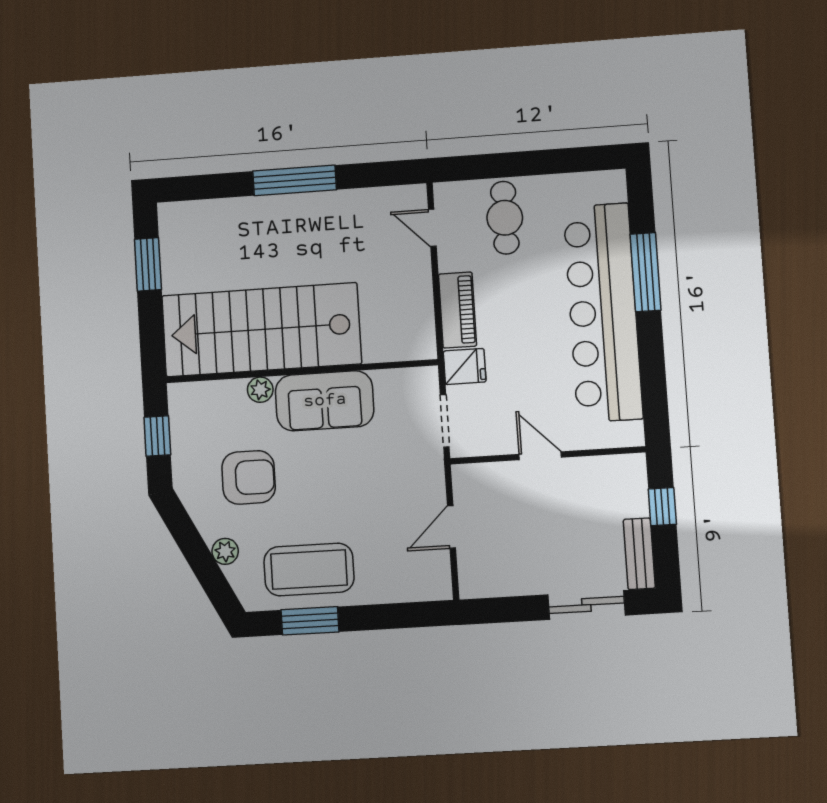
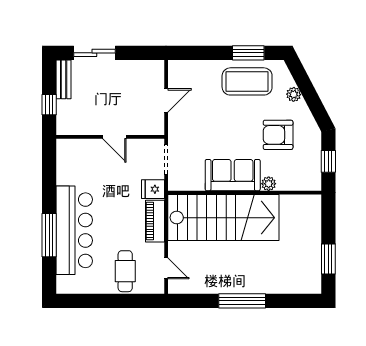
bar counter: (603, 313) -> (74, 230), width x0.73
stairs: (261, 330) -> (223, 218), moved

